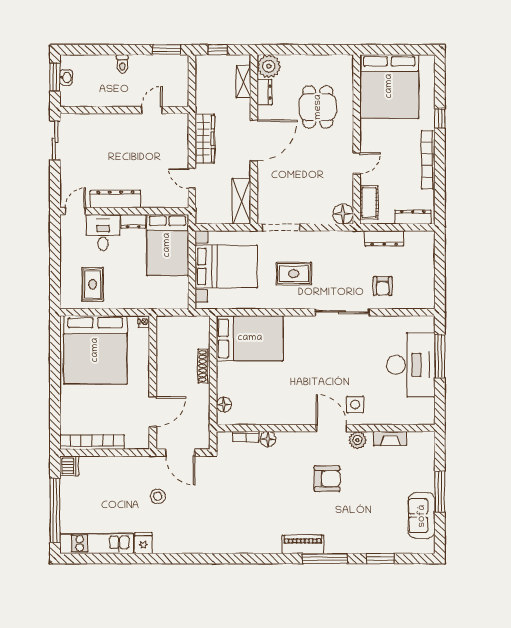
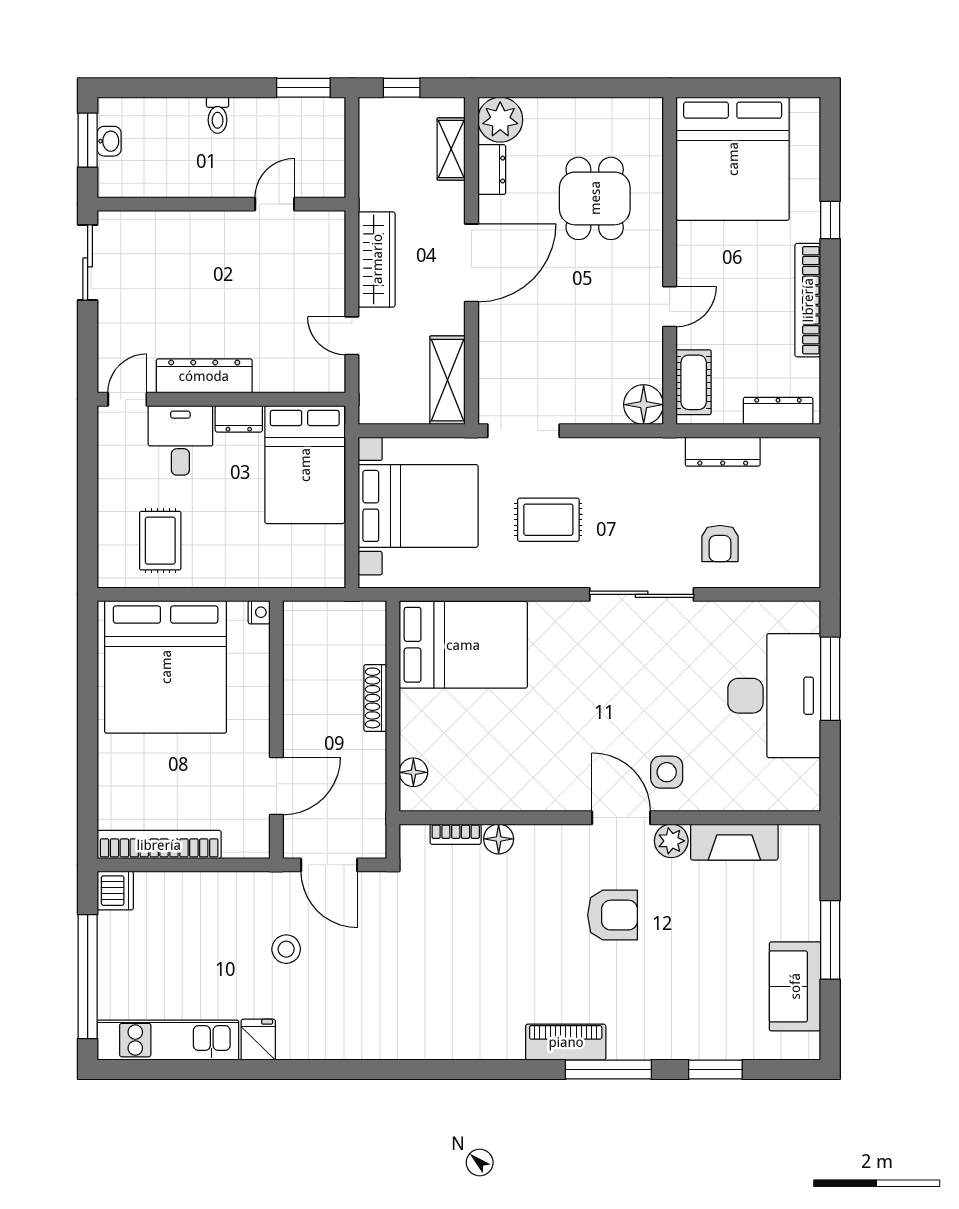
fireplace: (390, 438) -> (734, 842), width x1.37, depth x1.32

